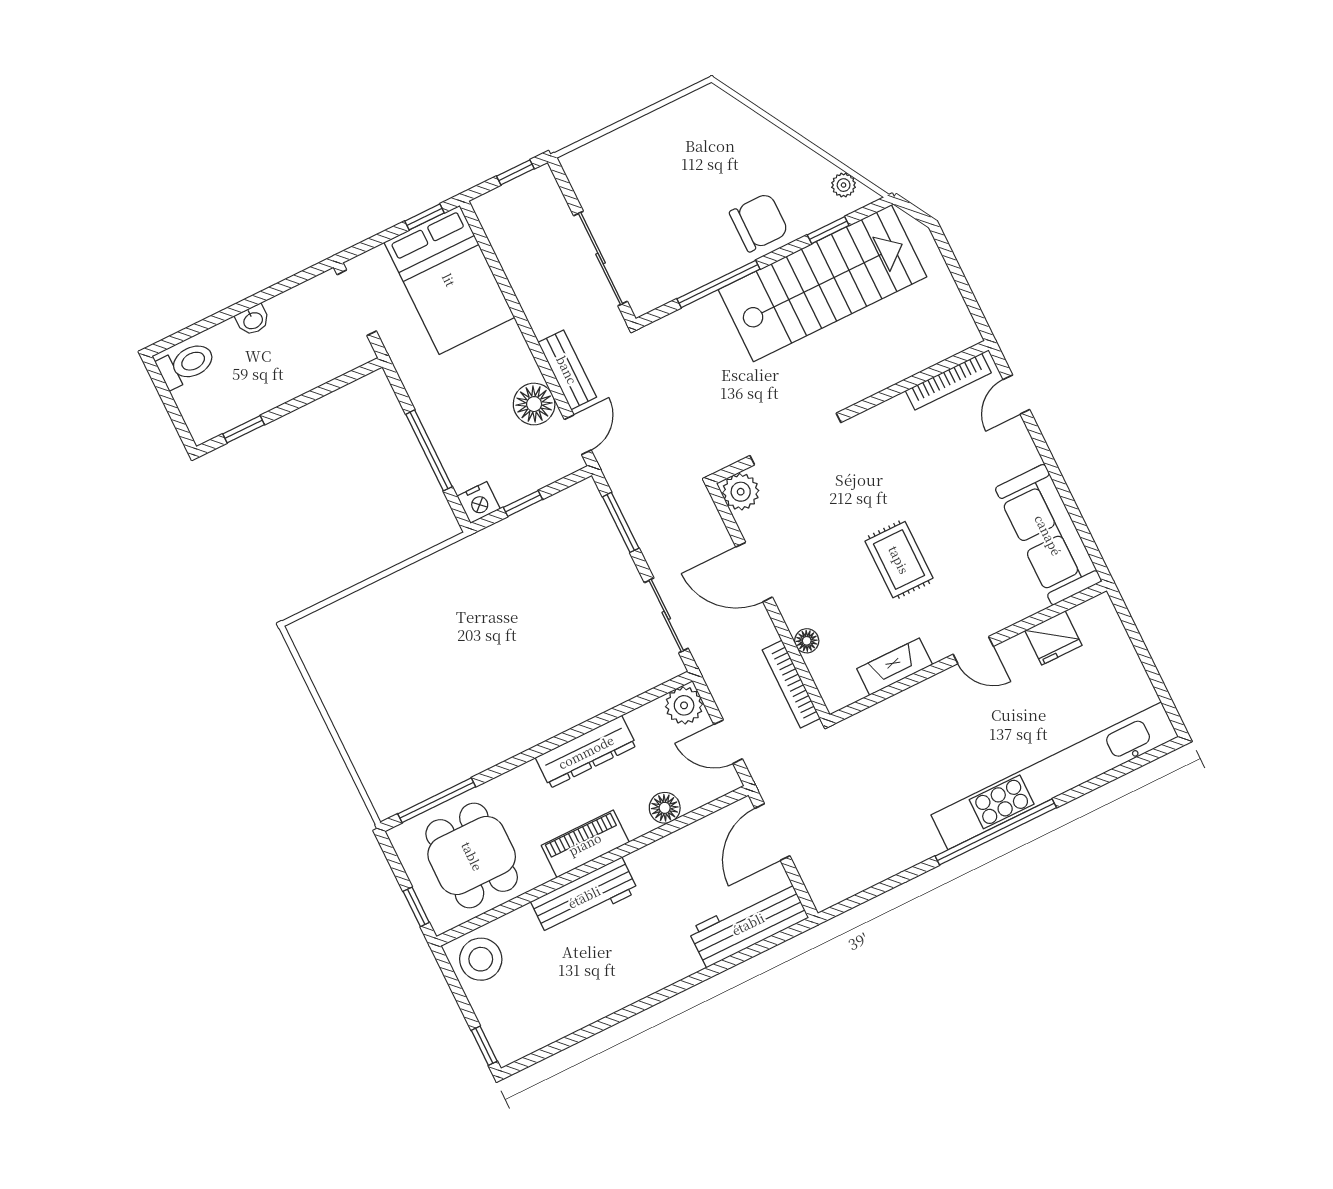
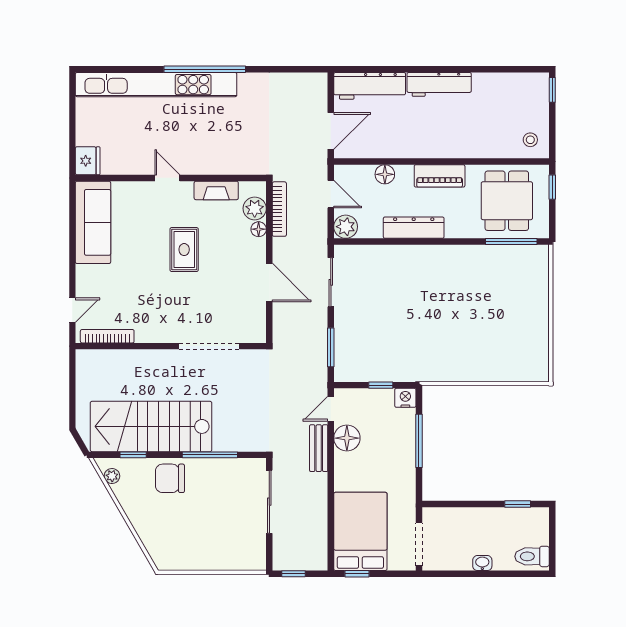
plant: (741, 492) -> (255, 208), moved
fridge: (1053, 638) -> (88, 161), moved, turned 90
workbench: (584, 897) -> (439, 84), moved, turned 180
stool: (481, 959) -> (530, 140), width x0.53, depth x0.53

